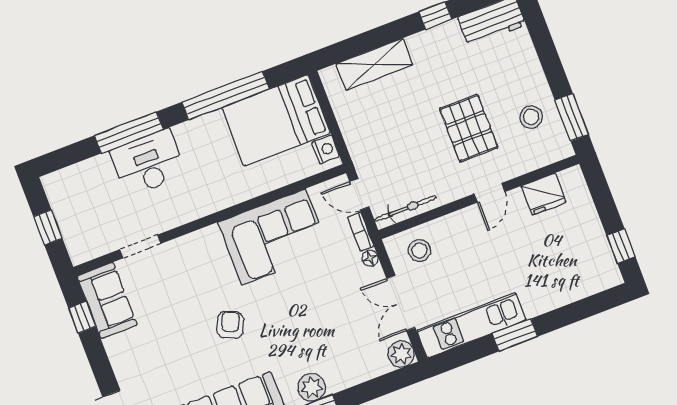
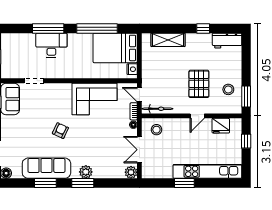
window: (621, 246) -> (246, 141), moved
kitchen unit: (471, 325) -> (207, 171), moved, width x1.36

